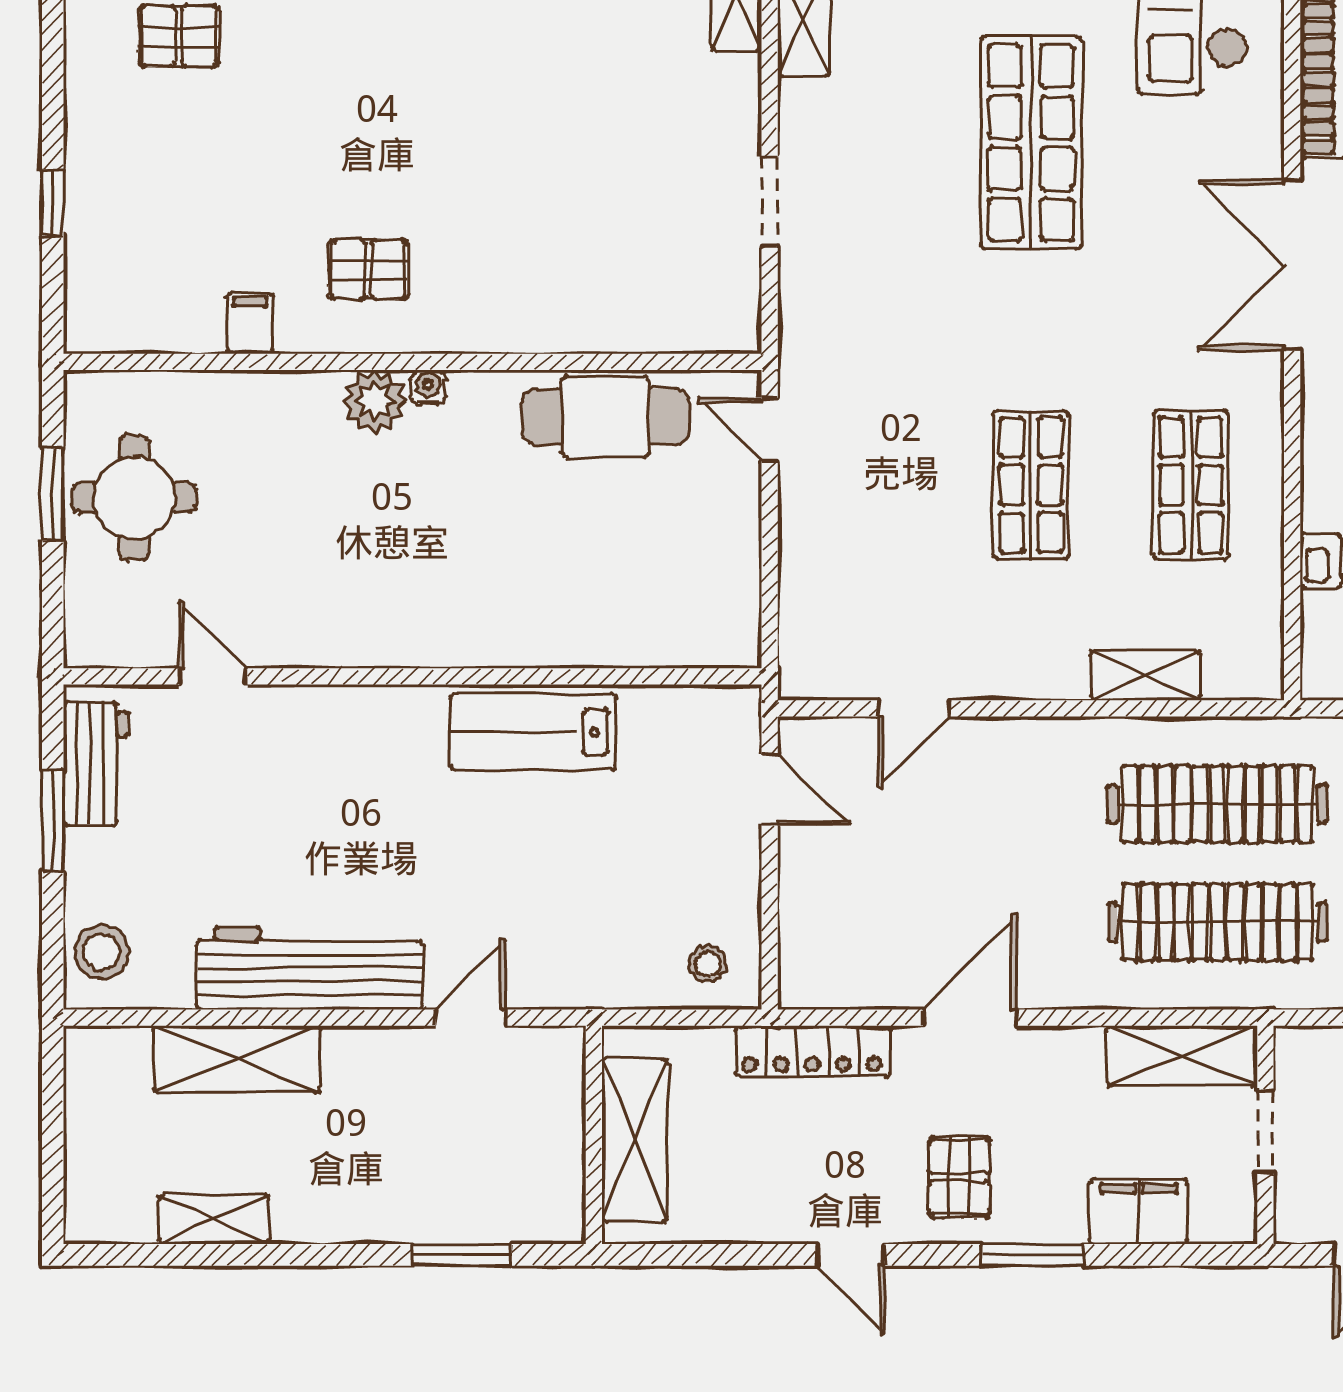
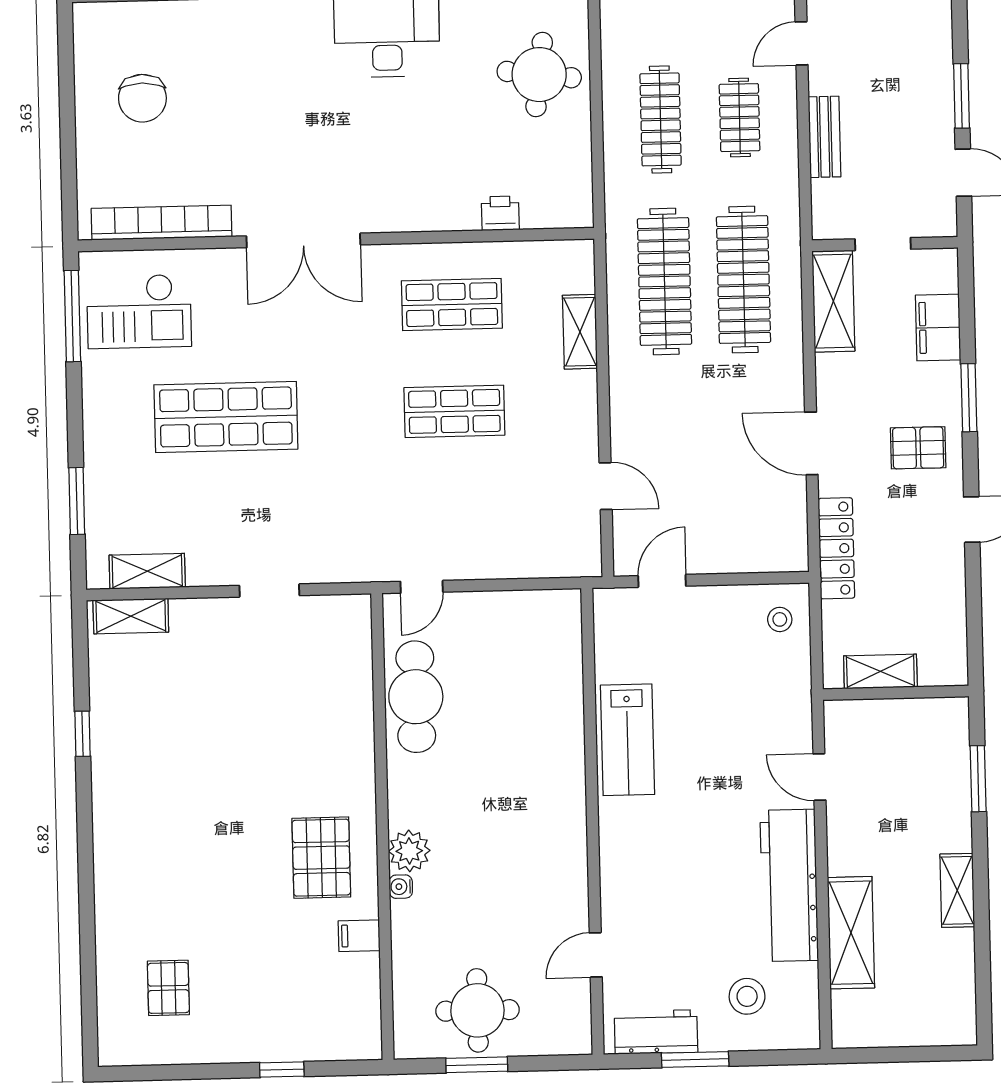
pallet: (368, 270) -> (321, 858), width x1.50, depth x1.42
water cooler: (428, 387) -> (401, 887), moved
stool: (102, 952) -> (747, 996), moved
shelving: (635, 1140) -> (880, 671), width x0.67, depth x0.75
shelving: (214, 1220) -> (957, 890), moved

